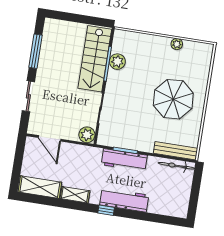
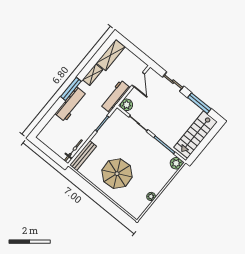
stairs: (95, 59) -> (196, 135), moved, turned -90
plant: (117, 62) -> (176, 163), moved
door: (50, 138) -> (138, 80), swing flipped
workbench: (124, 160) -> (115, 96), moved
window: (106, 210) -> (71, 89), width x2.17

